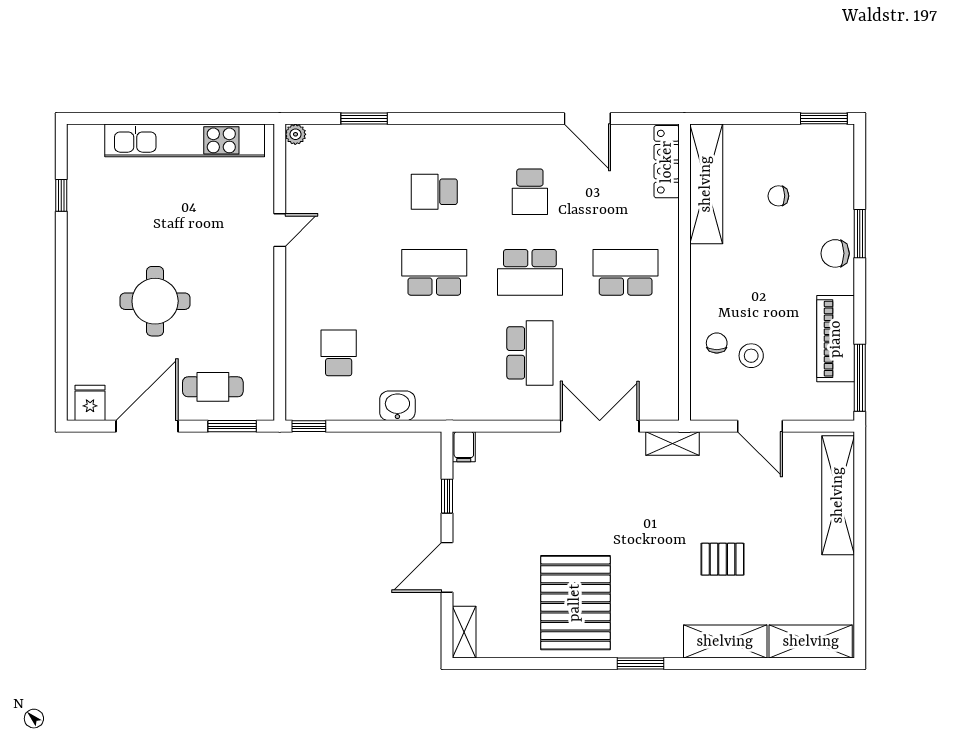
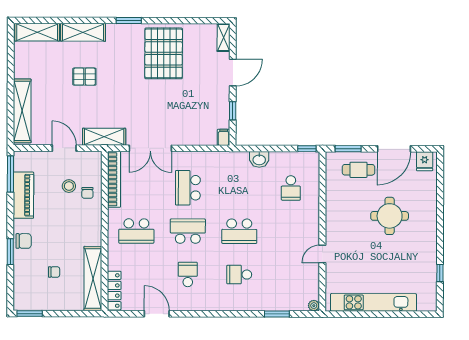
school desk: (434, 192) -> (239, 275), turned 180
bookcase: (667, 368) -> (114, 179), added
shelving: (672, 443) -> (104, 137), width x1.50, depth x1.33

